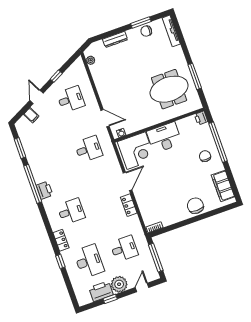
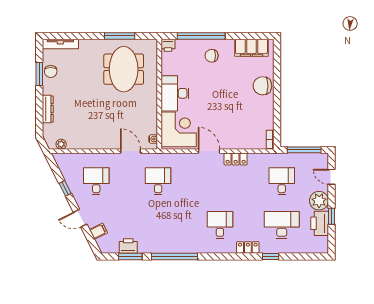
door: (105, 118) -> (130, 151), hinge flipped
printer: (45, 190) -> (128, 246), moved

